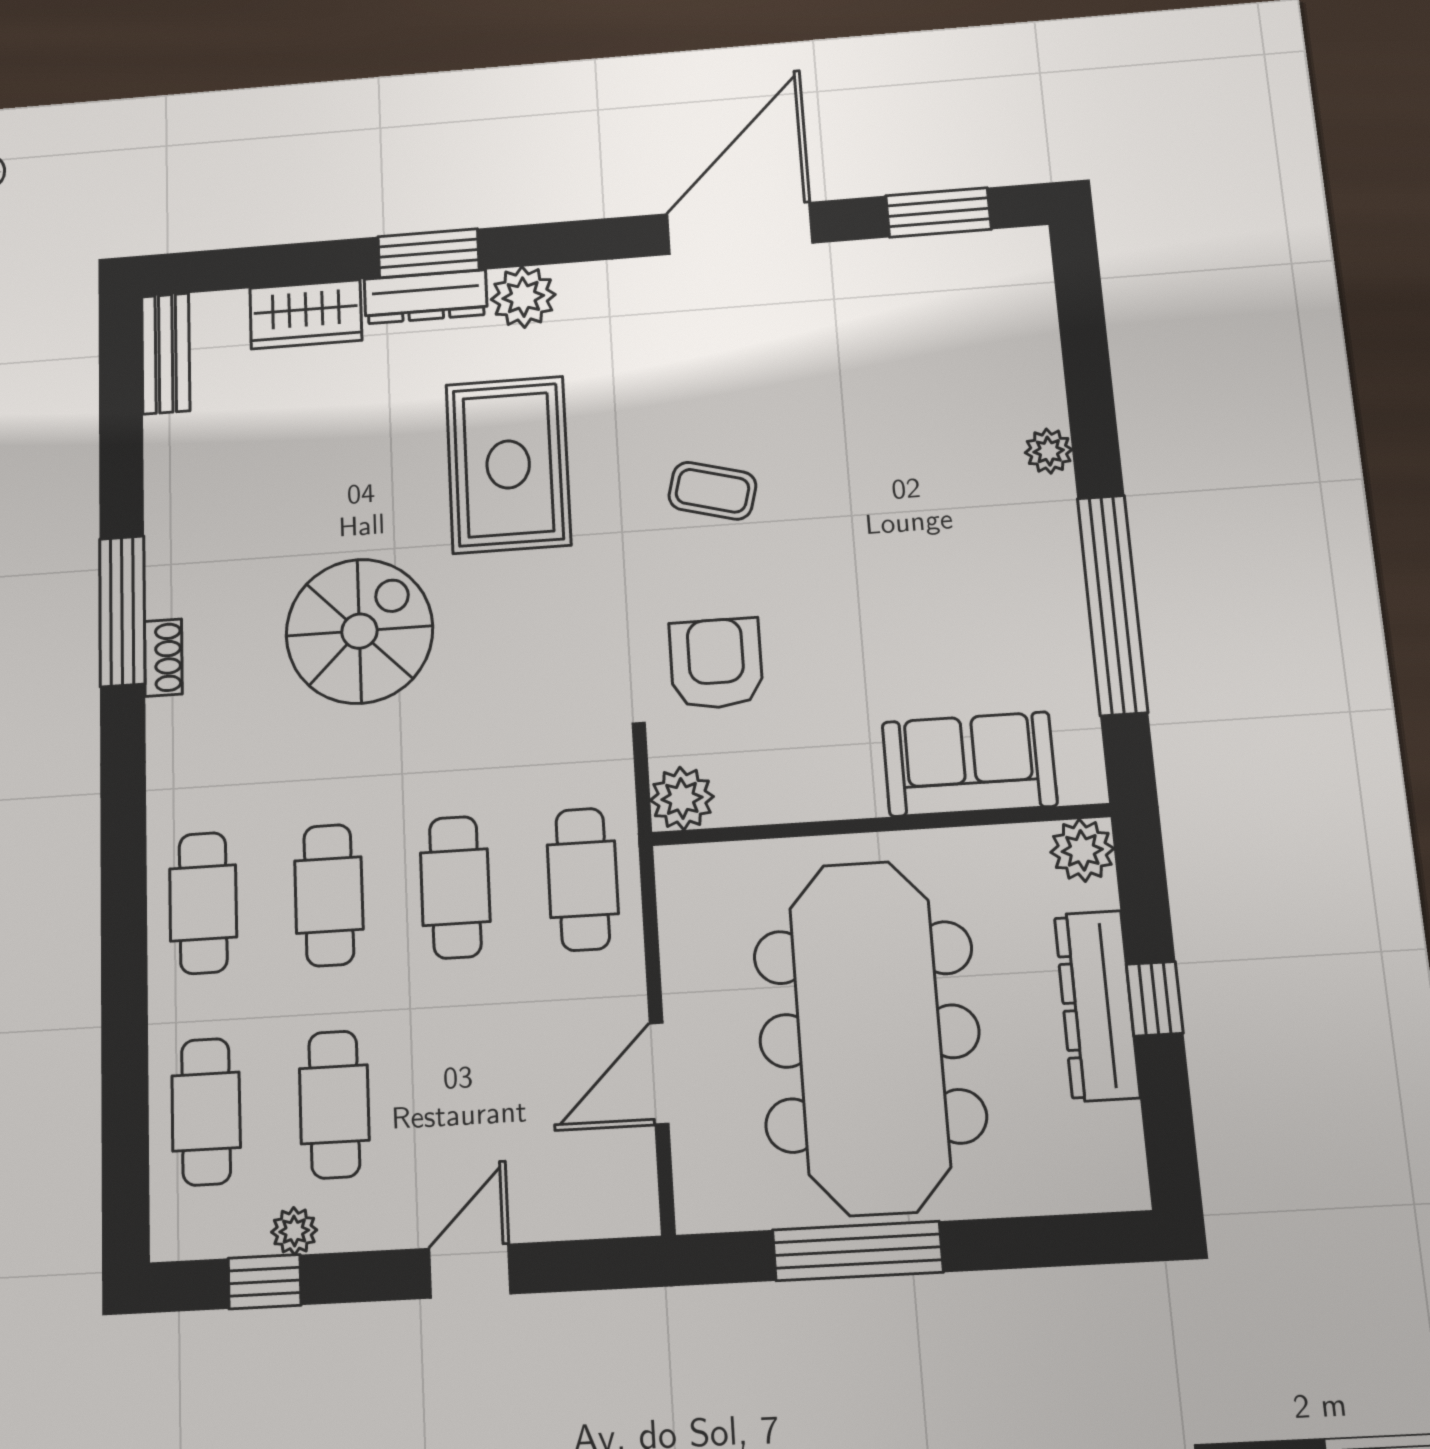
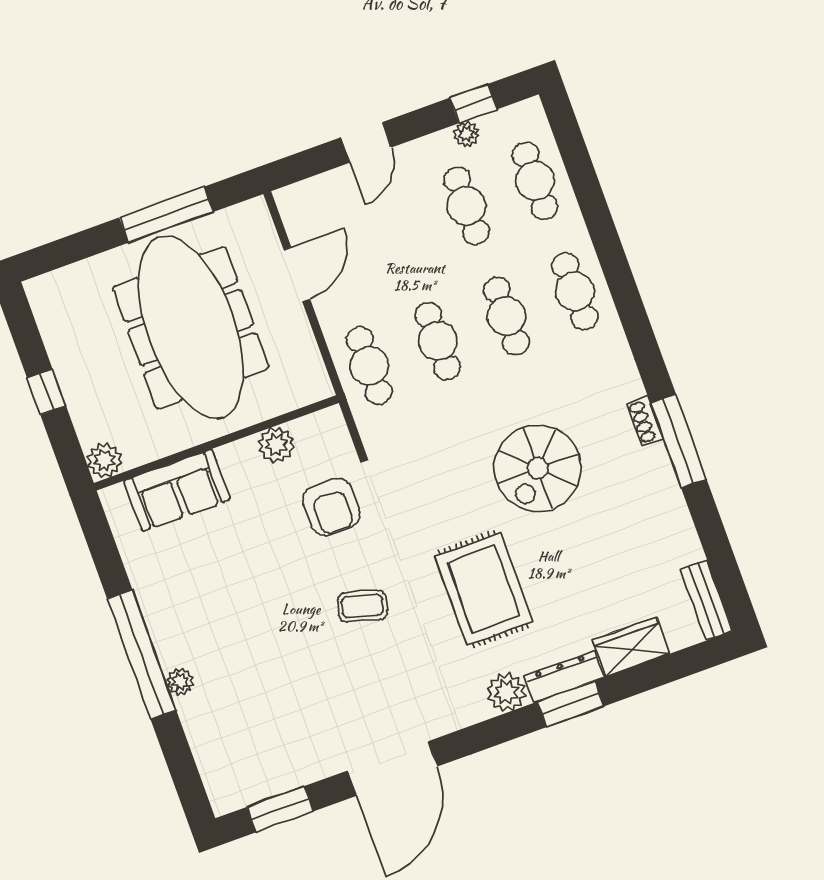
window: (1112, 605) -> (142, 654), moved
plant: (682, 798) -> (276, 445), moved
dresser: (1097, 1006) -> (76, 379), removed

